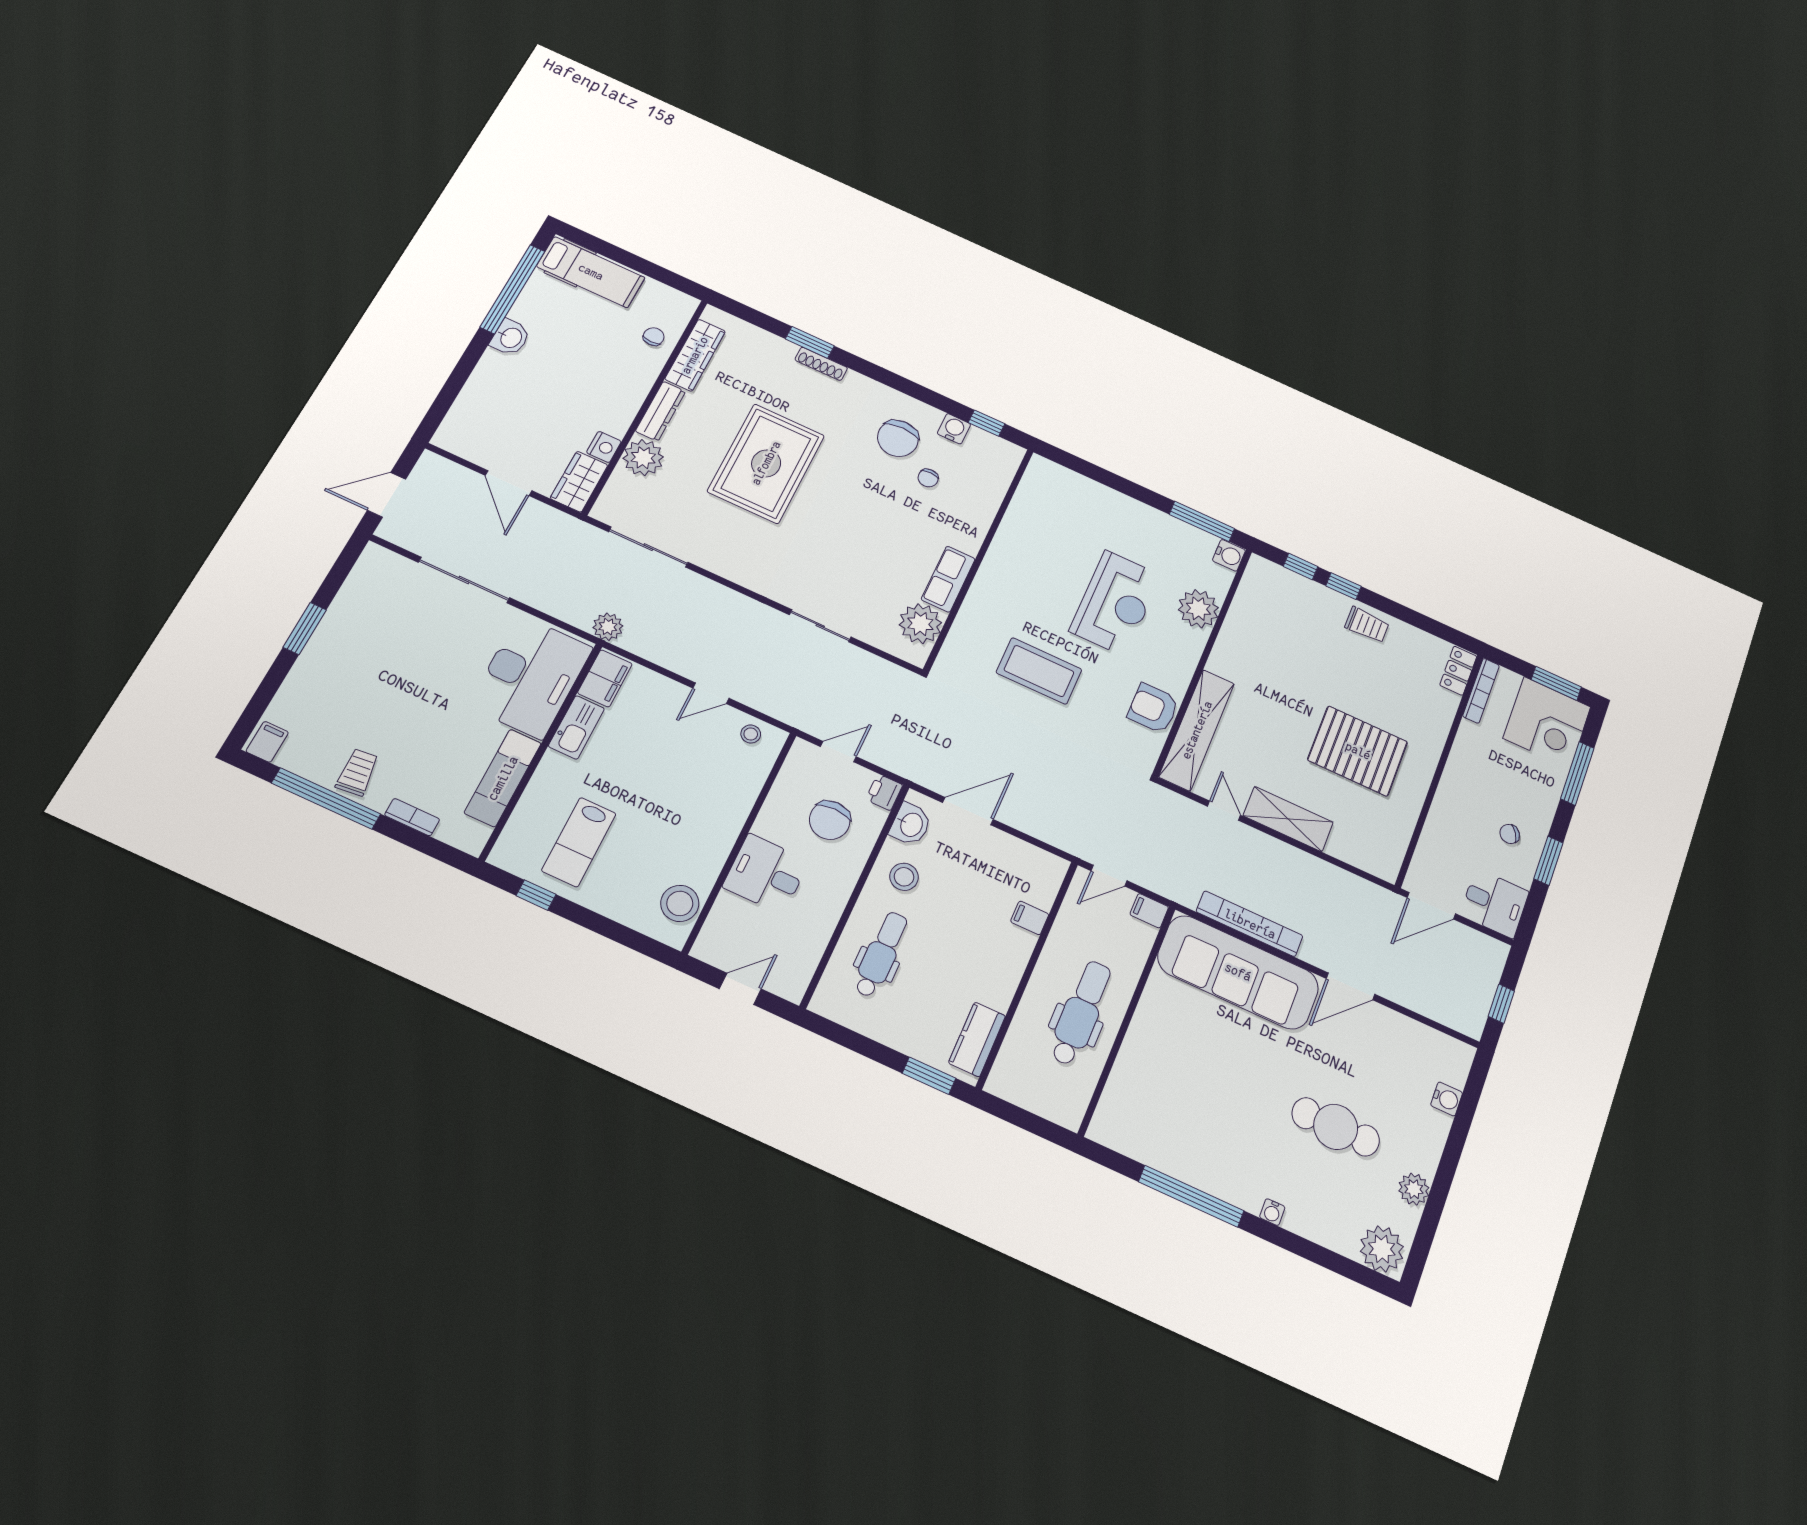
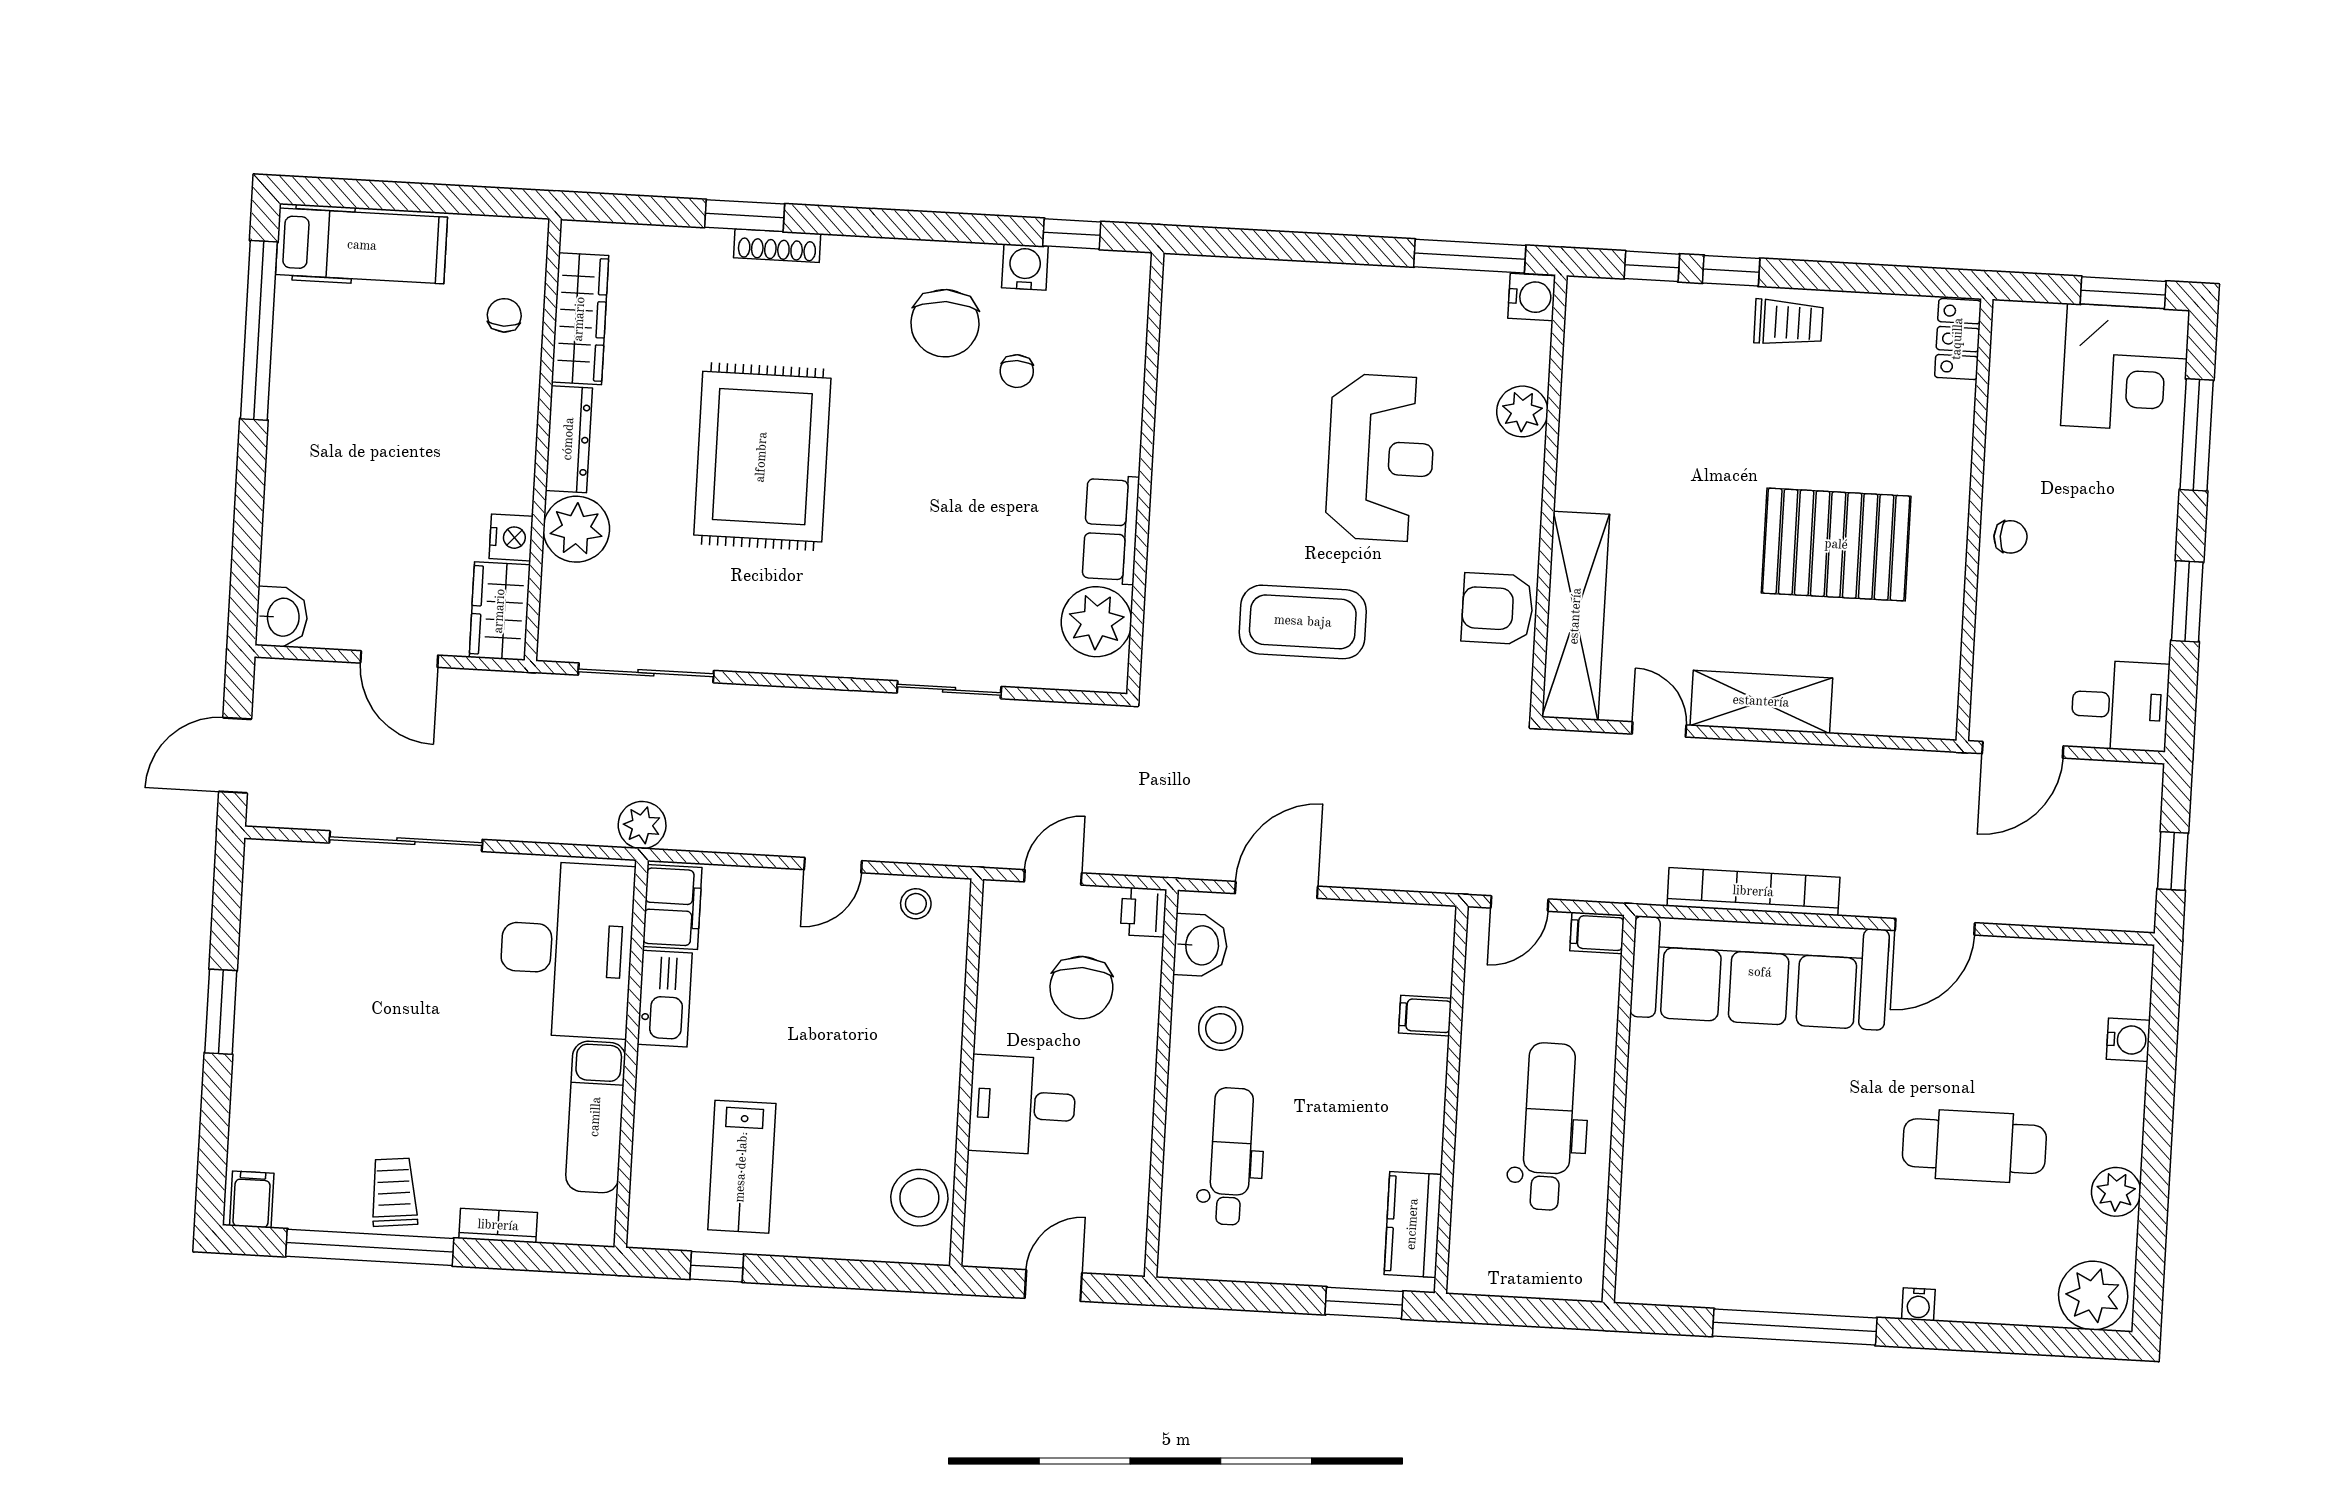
washbasin: (510, 337) -> (282, 617), moved
plant: (1198, 609) -> (1522, 411), width x0.73, depth x0.73
bookcase: (1481, 691) -> (2004, 358), removed
chair: (1510, 834) -> (2011, 537), moved, turned -150

